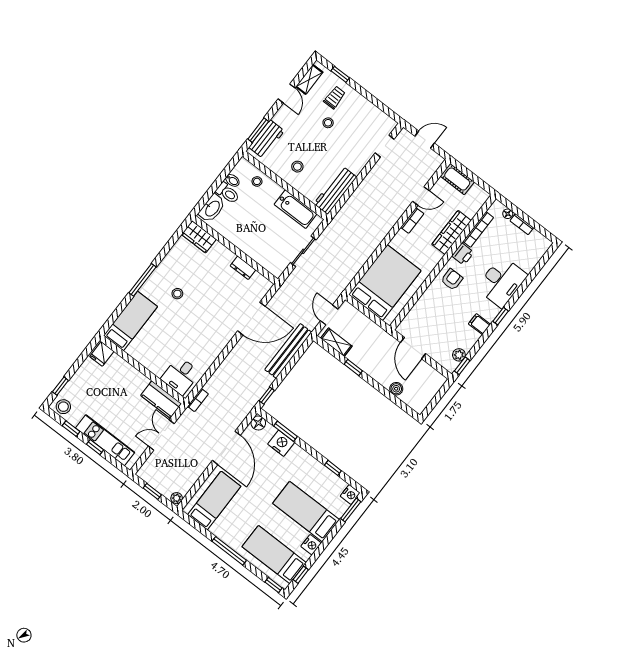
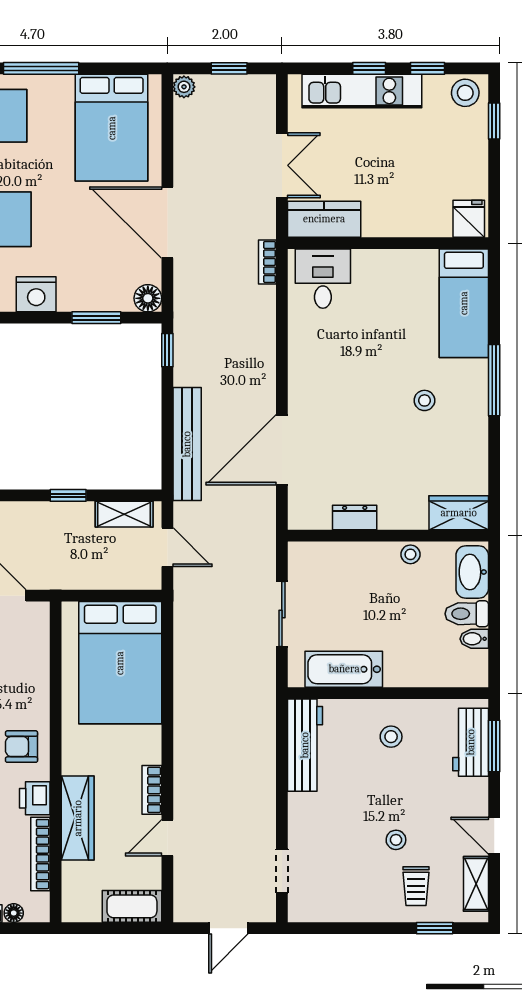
stool: (257, 181) -> (410, 554), moved
armchair: (452, 279) -> (22, 747), turned 90
nightstand: (281, 443) -> (36, 294), moved
bed: (214, 500) -> (112, 128), width x1.50

